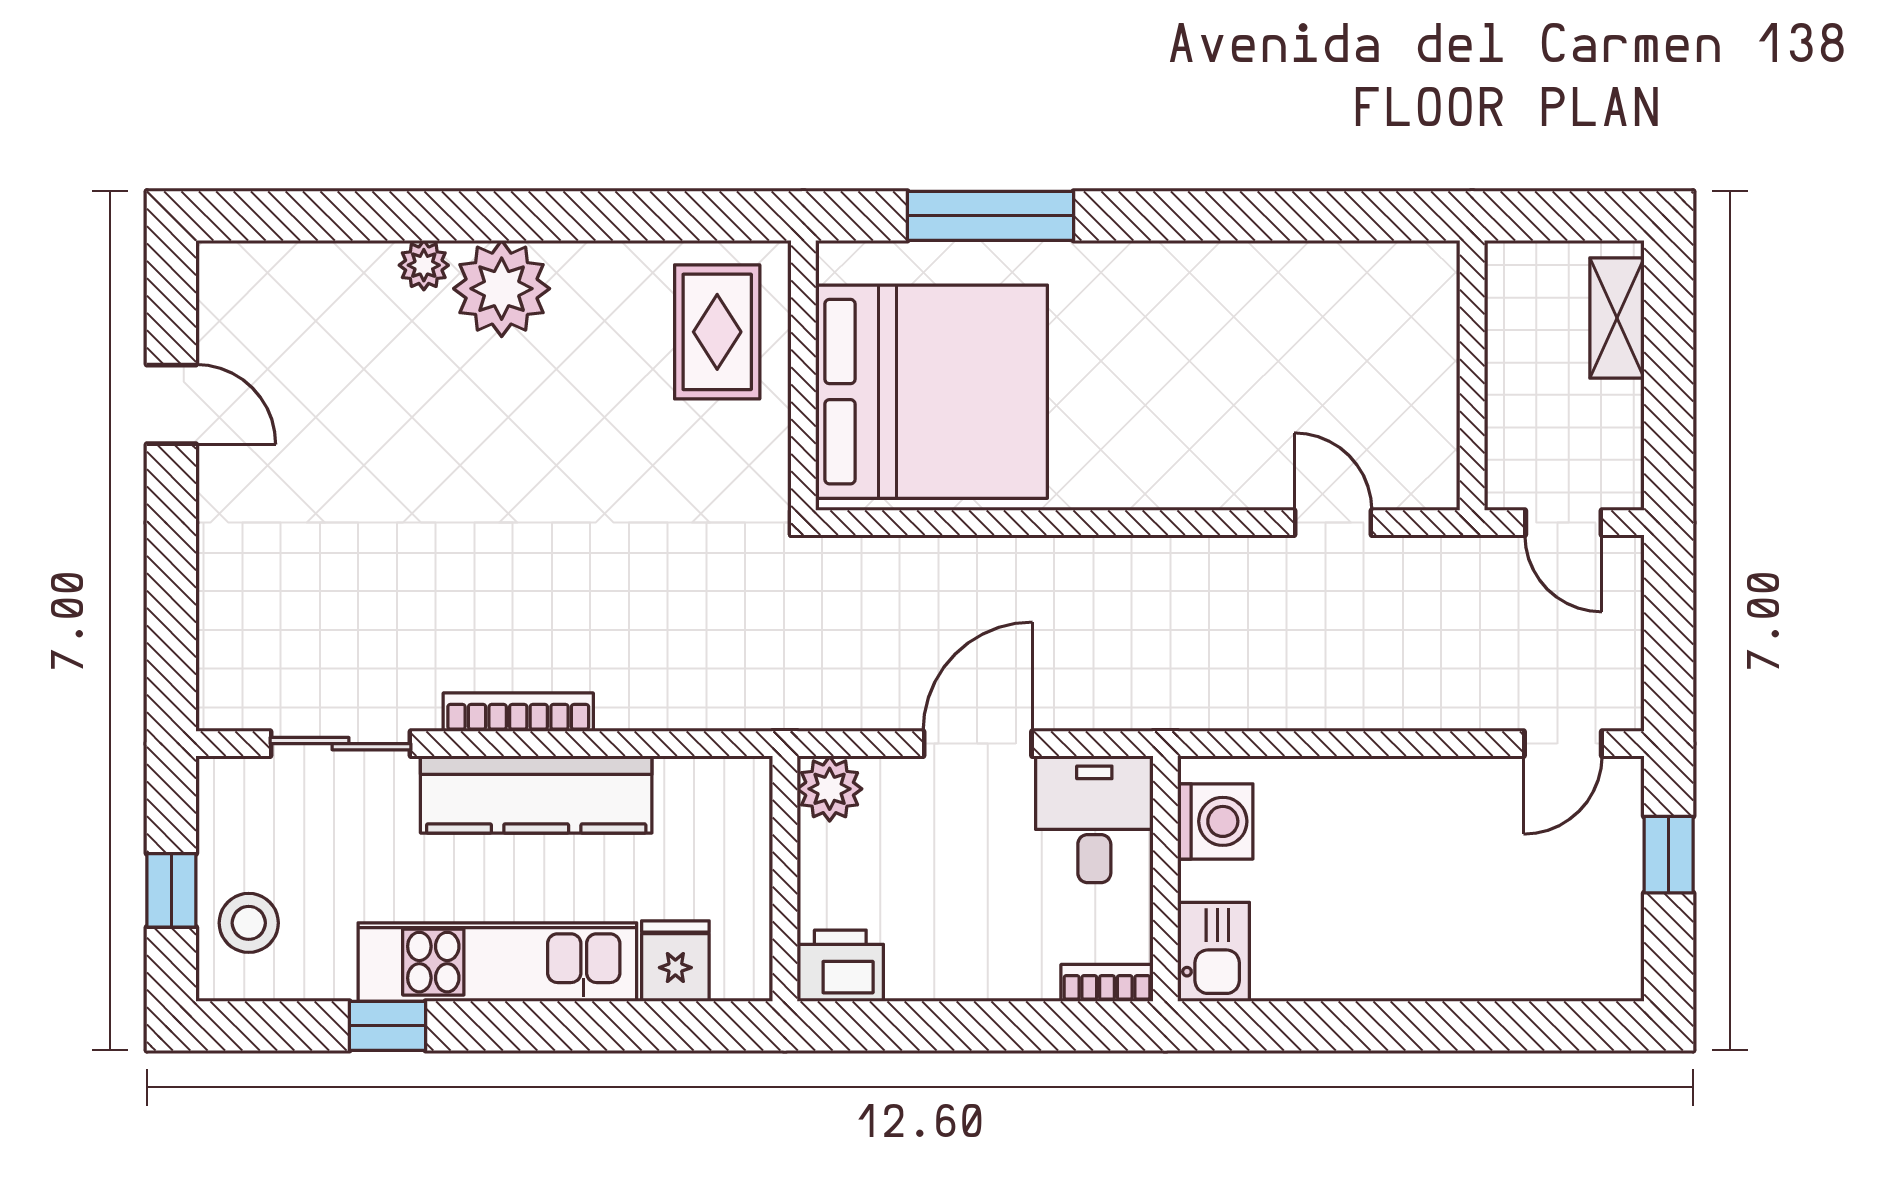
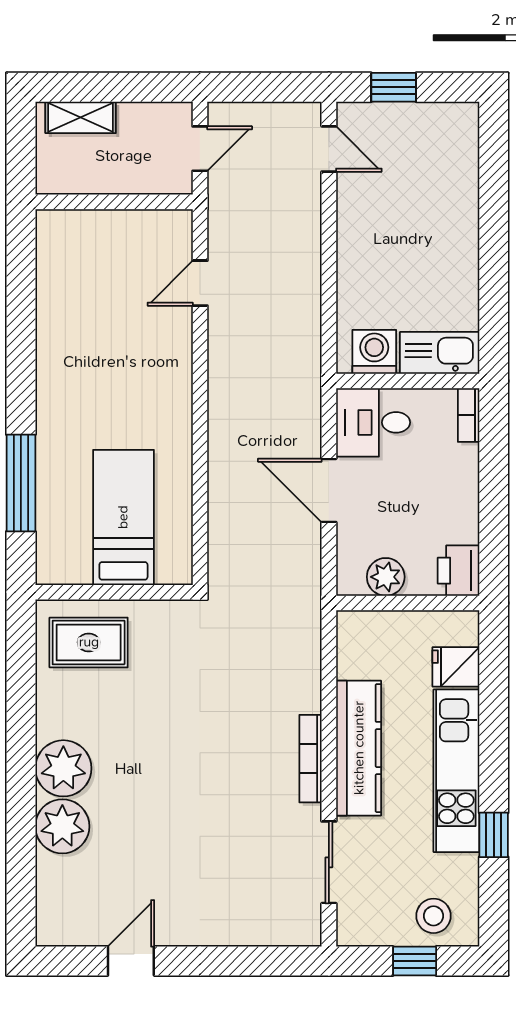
plant: (424, 265) -> (62, 826), width x1.88, depth x1.88
bed: (932, 392) -> (123, 517), width x0.49
plant: (830, 789) -> (386, 577), moved
kitchen sink: (1214, 952) -> (440, 353), width x1.38

